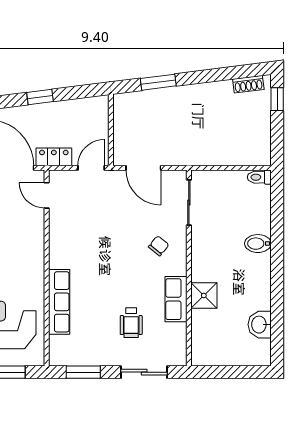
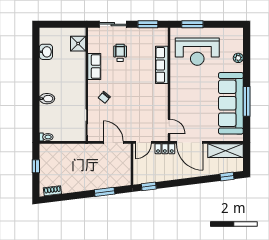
window: (40, 97) -> (149, 186), moved
window: (277, 99) -> (36, 166), moved
shower: (204, 295) -> (78, 44), moved

